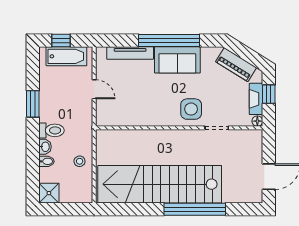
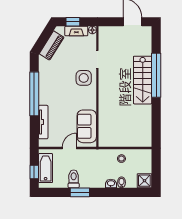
sofa: (177, 60) -> (87, 126), moved, turned 180
toilet: (52, 130) -> (74, 179), moved
stairs: (160, 184) -> (143, 80), width x0.54, depth x0.66

